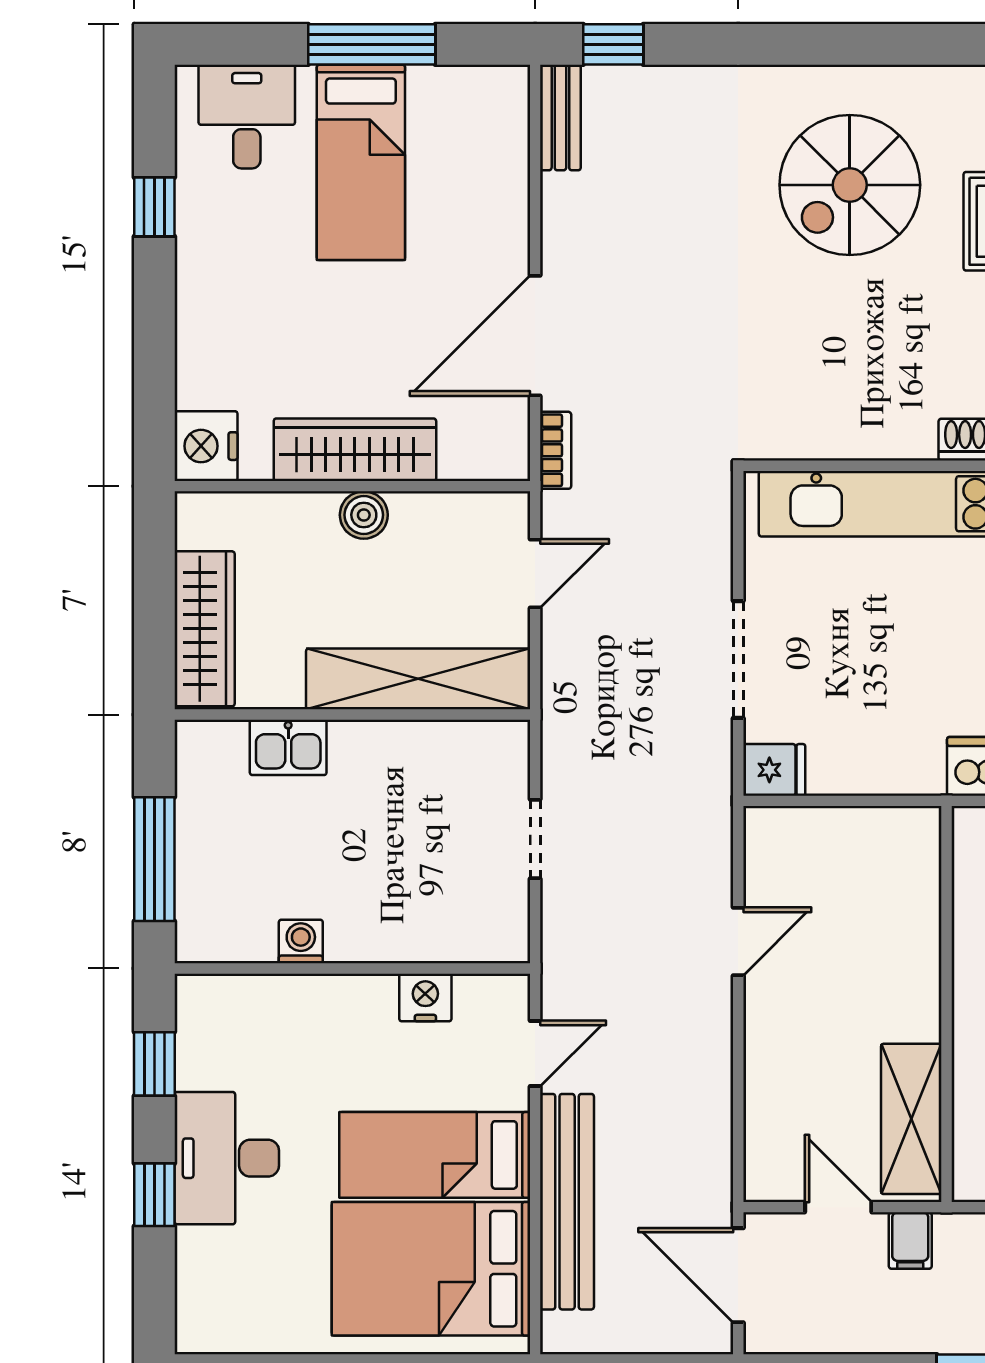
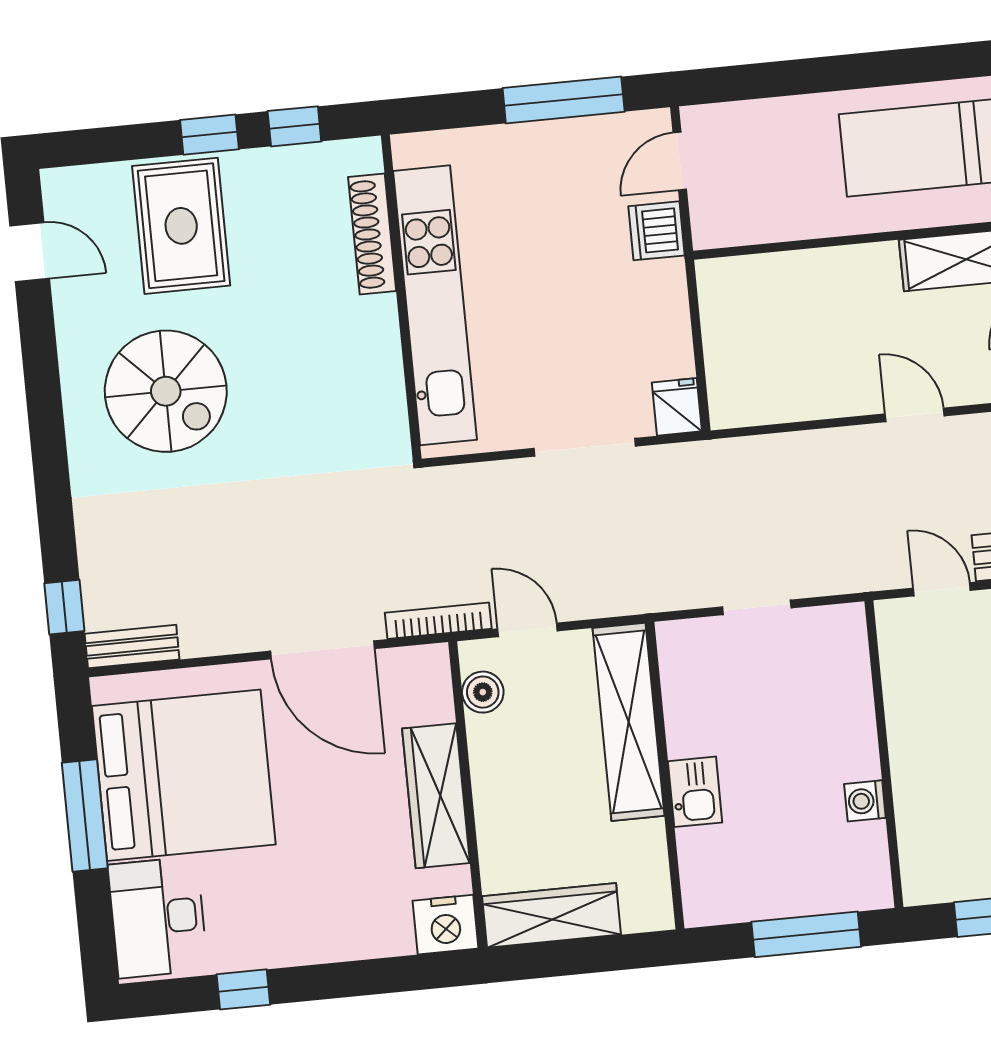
desk: (247, 117) -> (158, 917), width x1.37
bed: (361, 162) -> (184, 775), width x2.04
bookcase: (556, 450) -> (438, 621), width x1.56
boiler: (364, 515) -> (483, 692), moved
wardrobe: (205, 629) -> (552, 915), moved
kitchen sink: (288, 747) -> (695, 792), moved
door: (738, 942) -> (915, 415), moved
nightstand: (425, 997) -> (903, 689), removed

